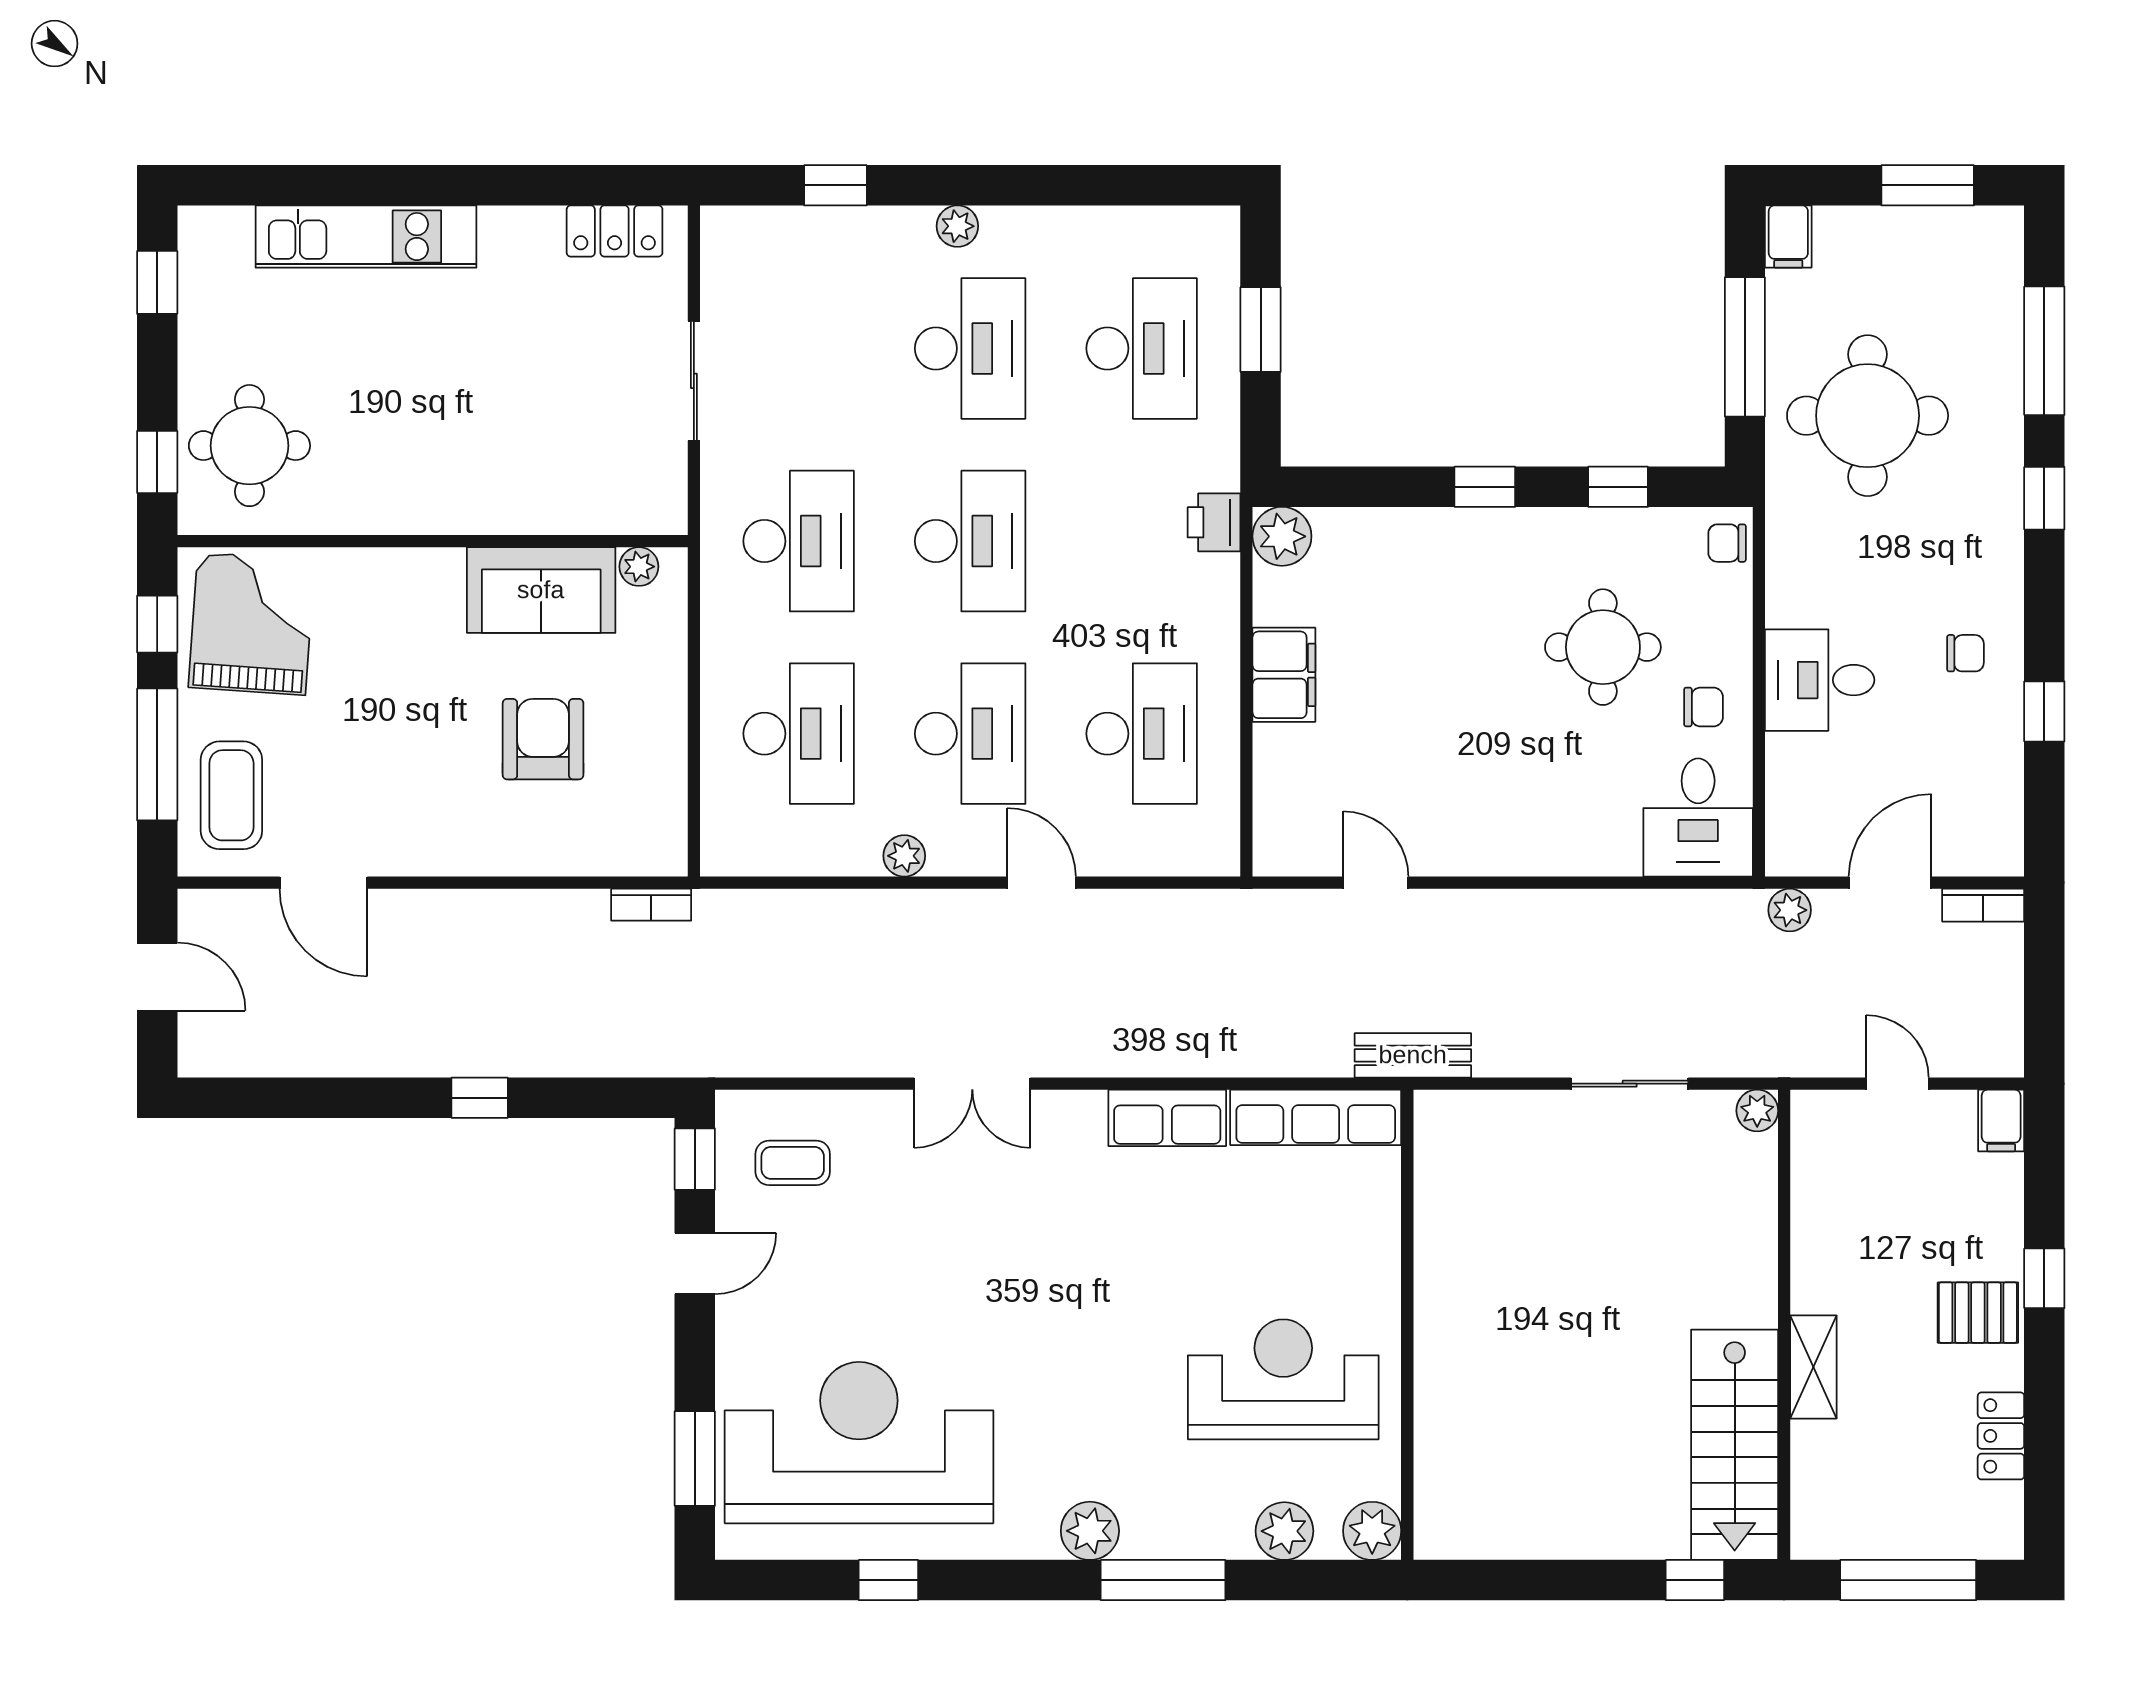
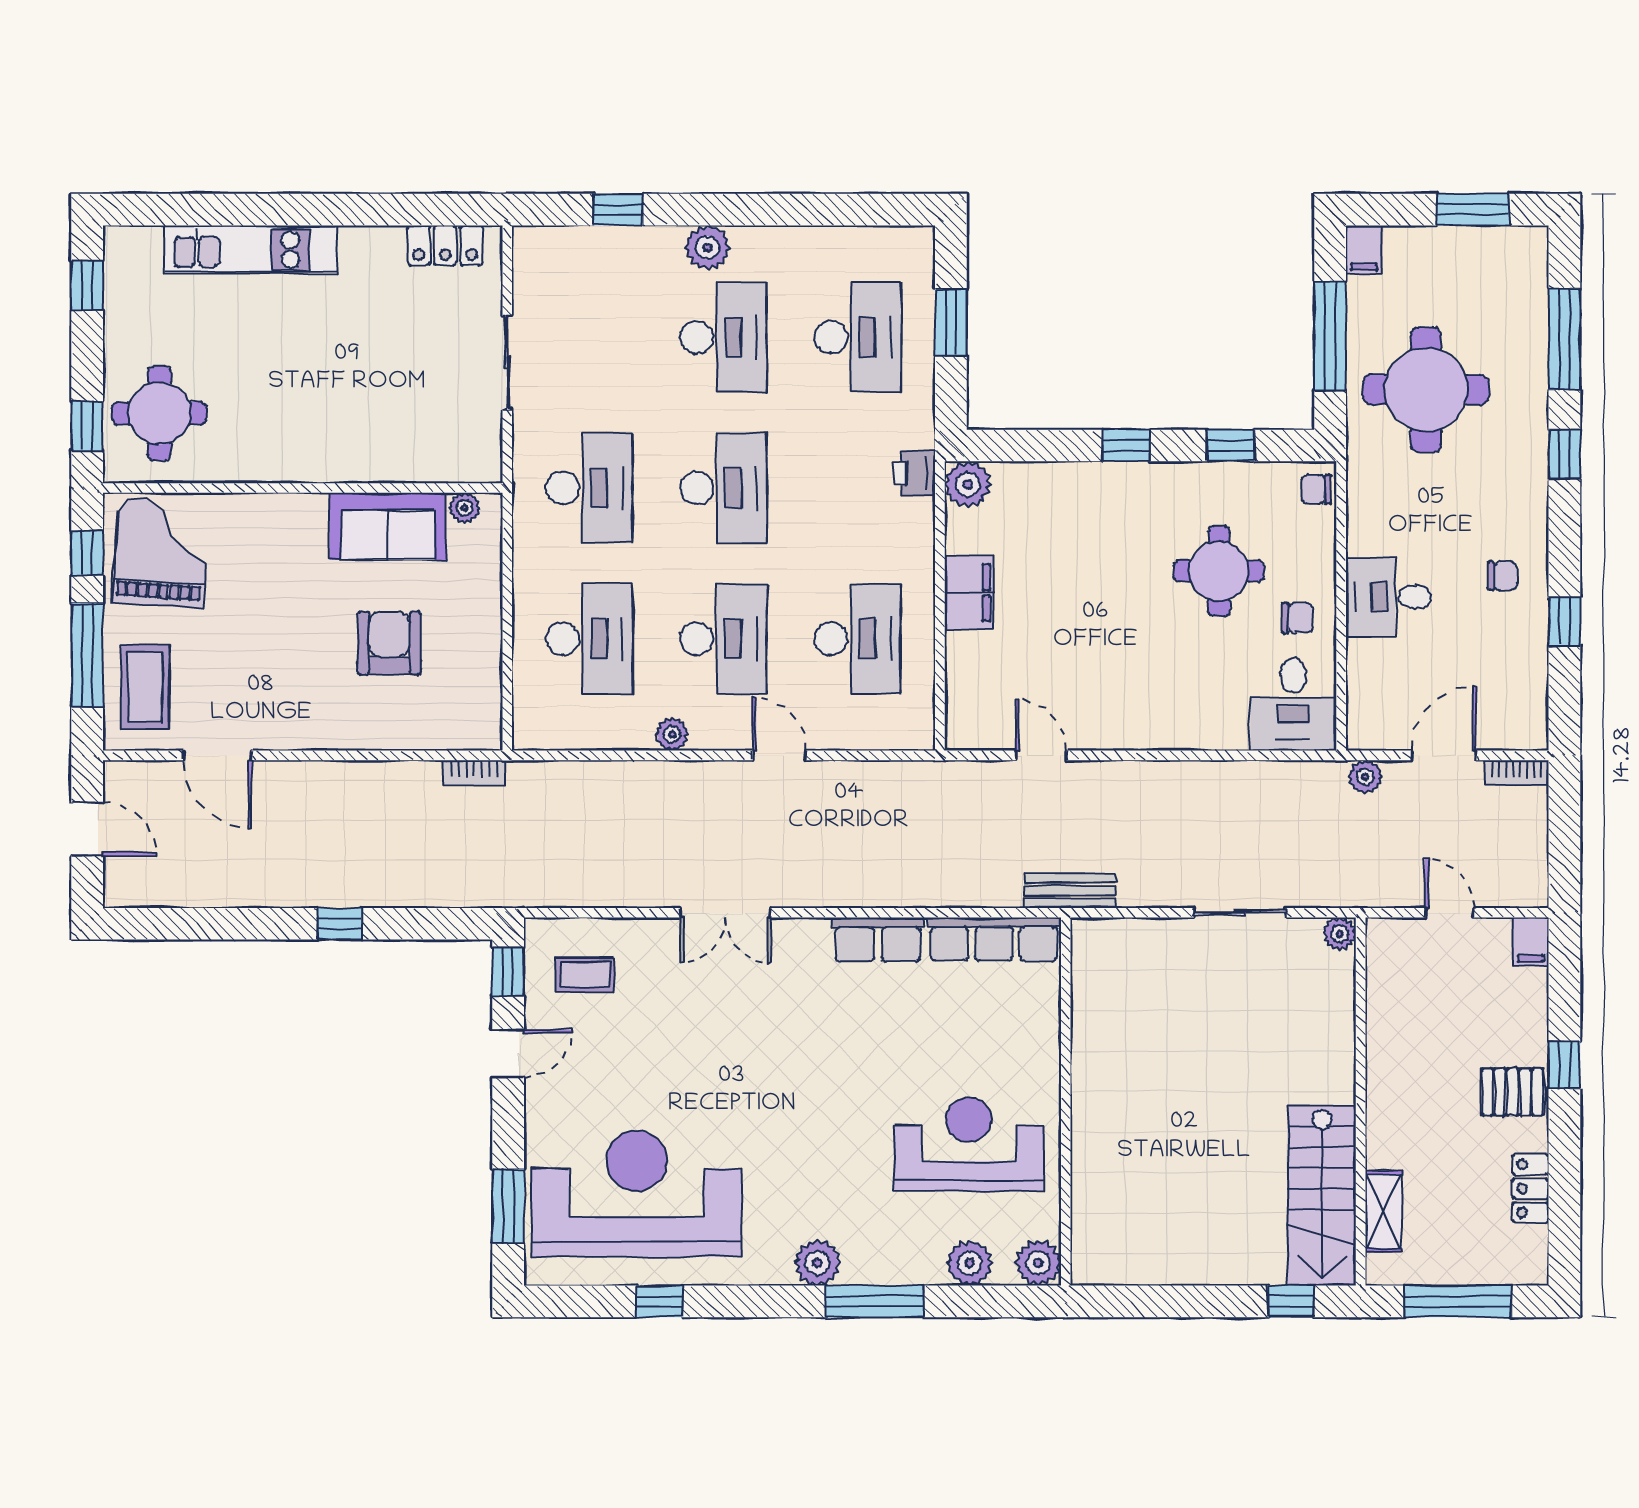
plant: (957, 226) -> (708, 248), width x1.38, depth x1.38
shelving: (1813, 1367) -> (1384, 1211), moved

